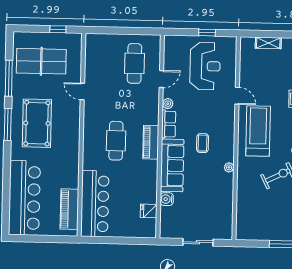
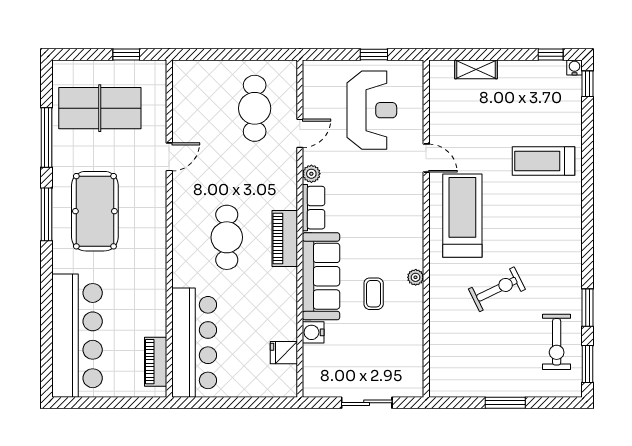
door: (82, 92) -> (169, 157), swing flipped
coffee table: (203, 143) -> (374, 294), moved
piano: (69, 209) -> (156, 362), width x0.73, depth x0.75

